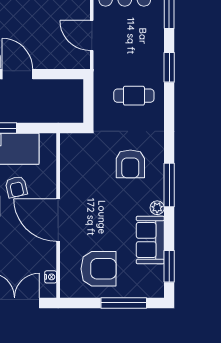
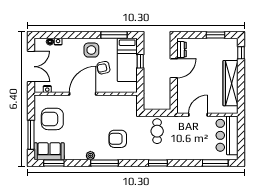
window: (169, 67) -> (158, 163), moved
cafe table: (134, 96) -> (157, 131), moved
sofa: (150, 240) -> (49, 151), moved
armchair: (99, 269) -> (52, 119), turned 90

